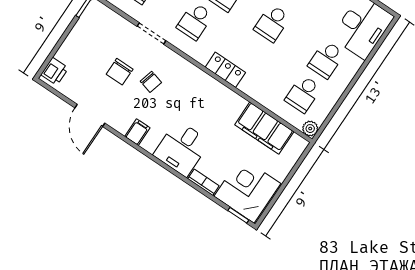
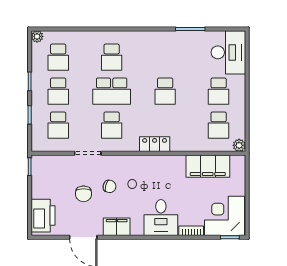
printer: (55, 71) -> (43, 216), width x1.87, depth x1.48
filing cabinet: (137, 132) -> (117, 227), width x2.00

